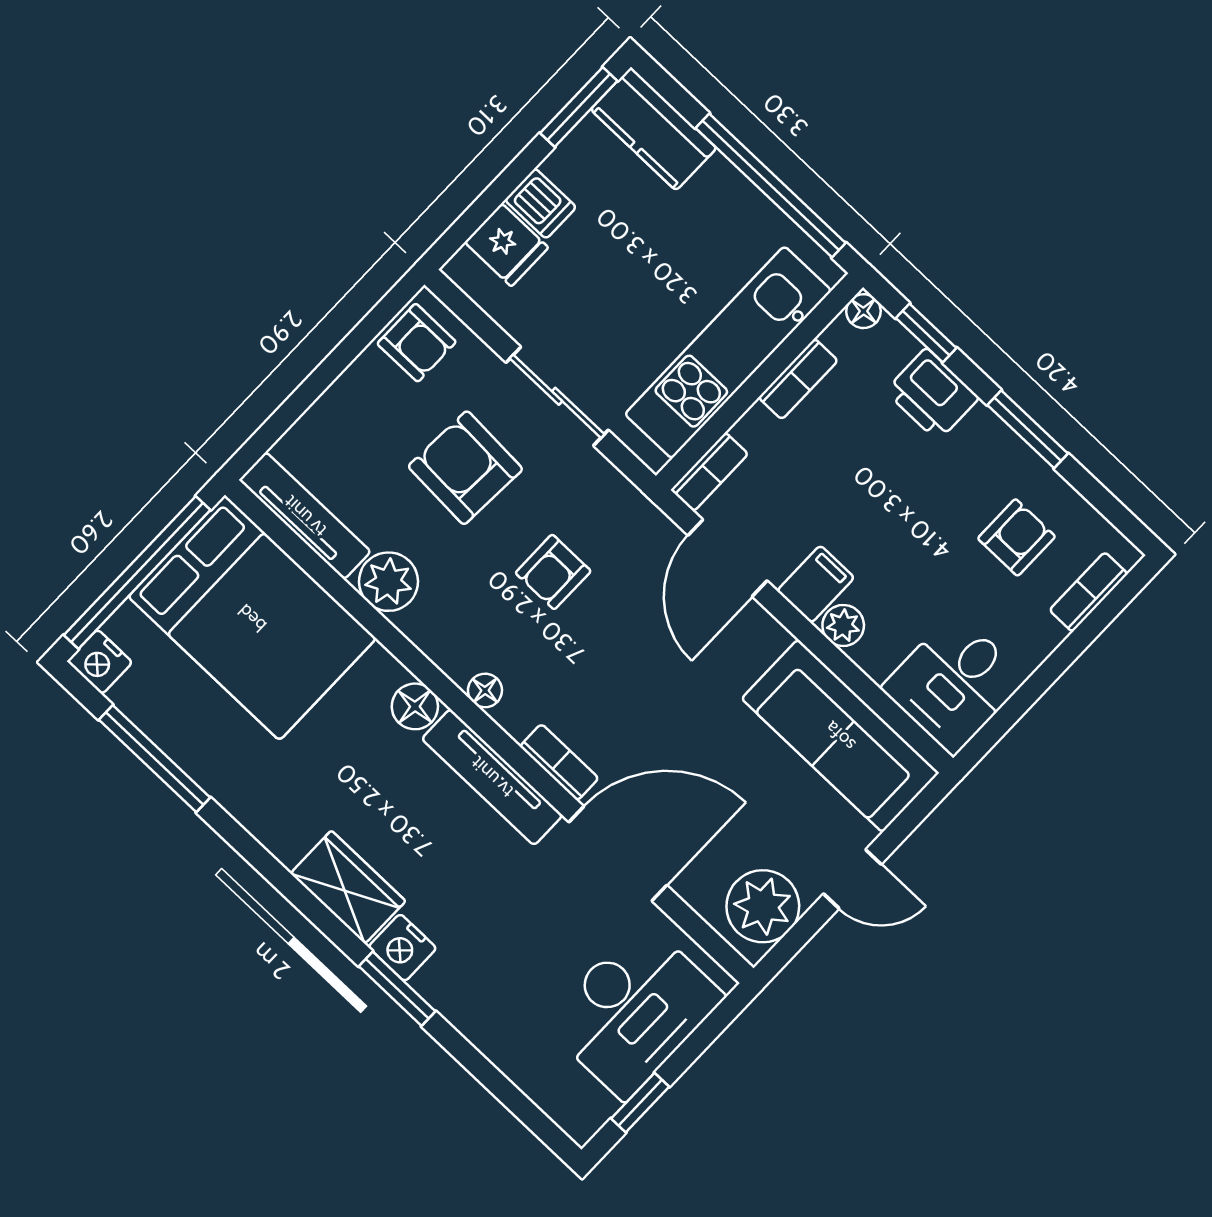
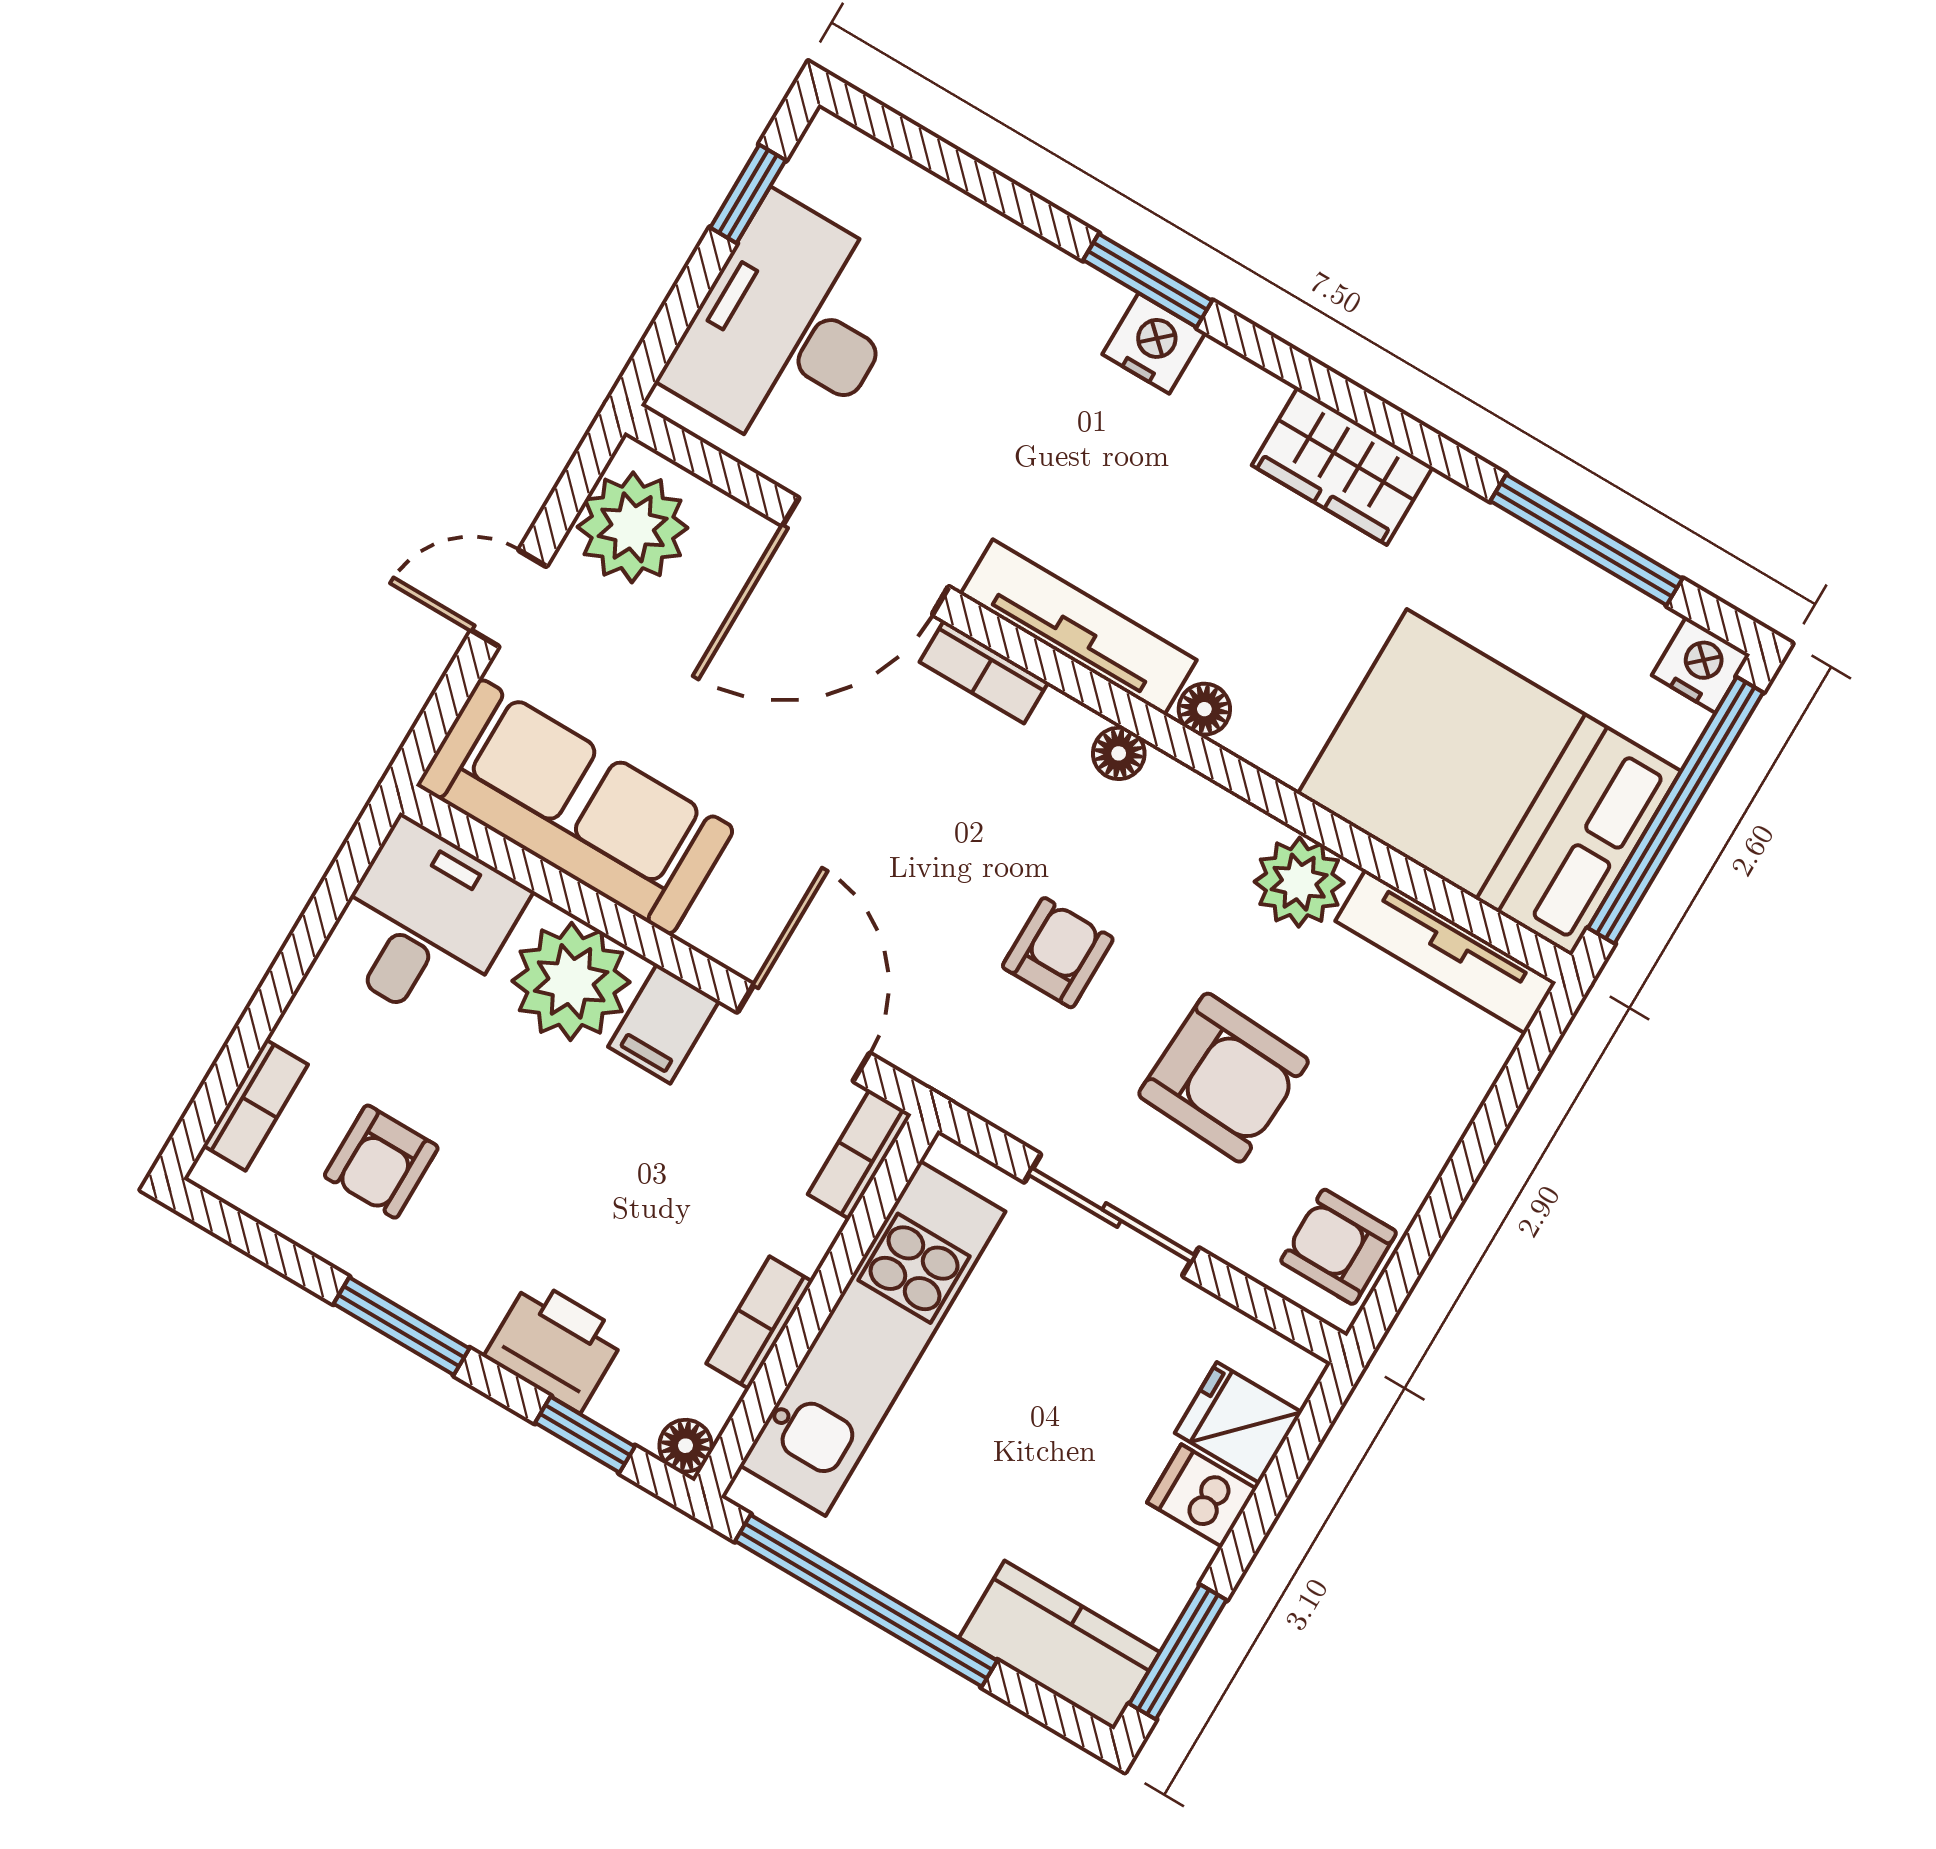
plant: (843, 625) -> (571, 981), width x1.87, depth x1.87
floor lamp: (415, 706) -> (1204, 709), width x0.73, depth x0.73
wardrobe: (348, 887) -> (1342, 466), moved

